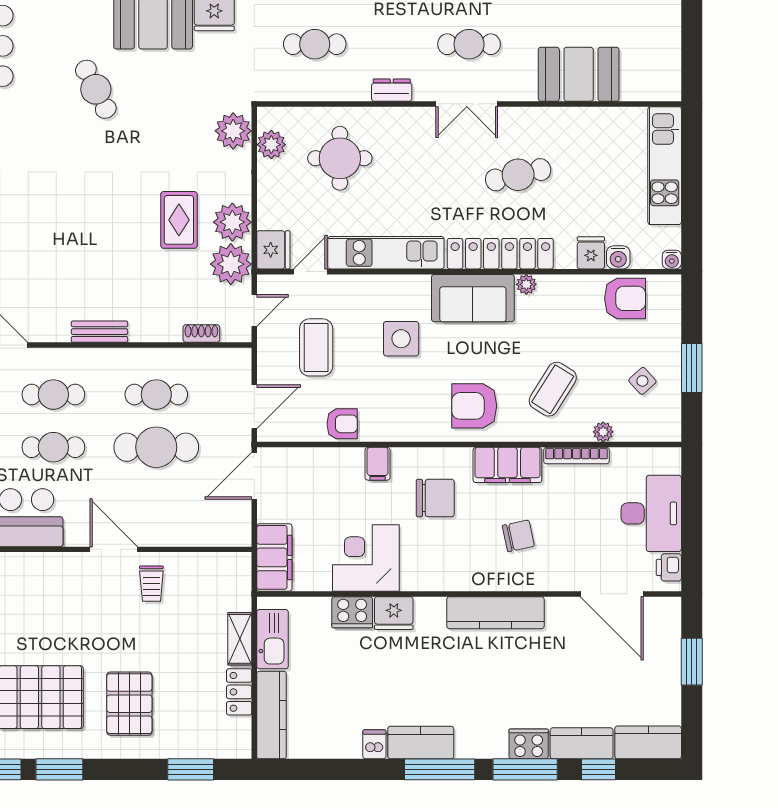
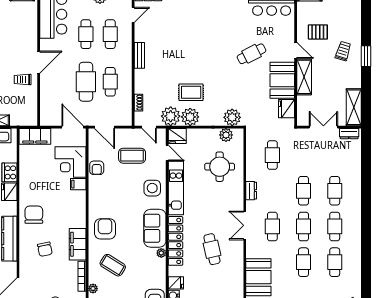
side table: (401, 339) -> (152, 188), moved
chair: (435, 498) -> (34, 215), moved, turned 180
corner desk: (366, 558) -> (70, 162), moved, turned 180

